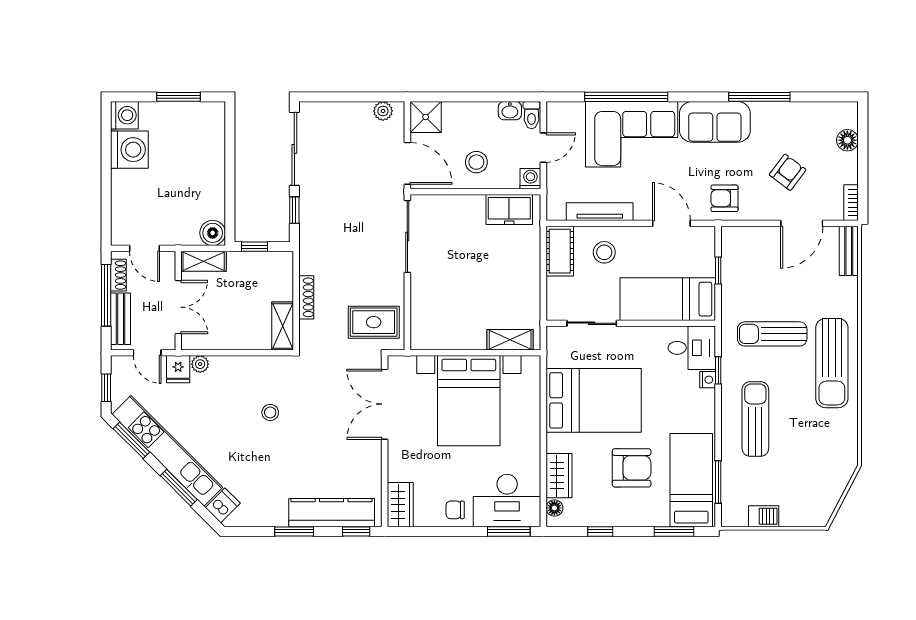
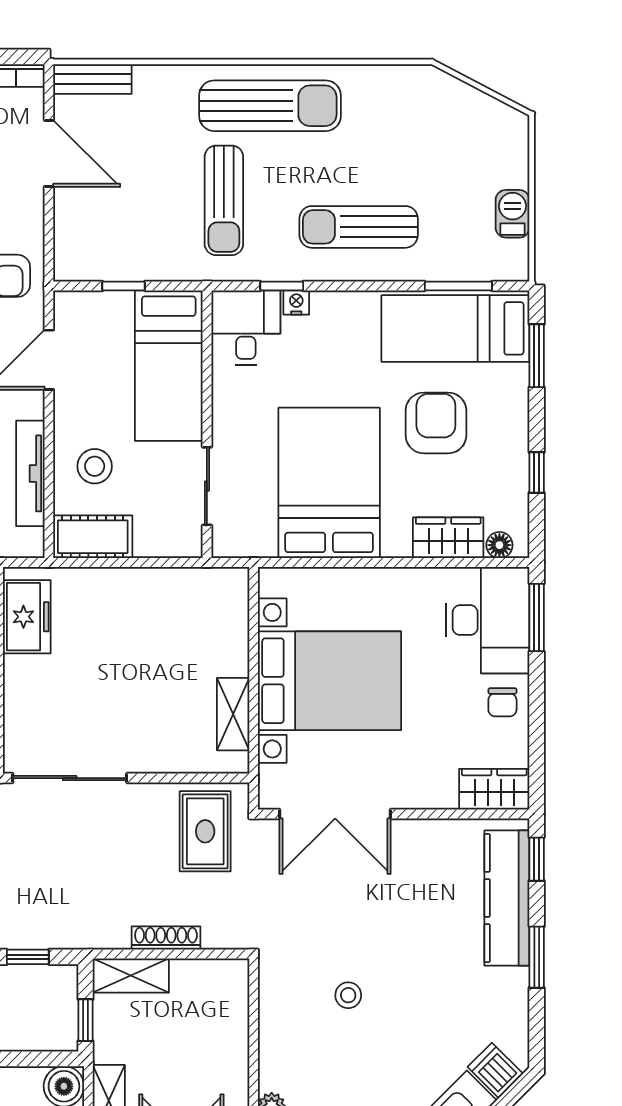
shelving: (283, 326) -> (131, 975), moved
shelving: (510, 340) -> (233, 714), moved

